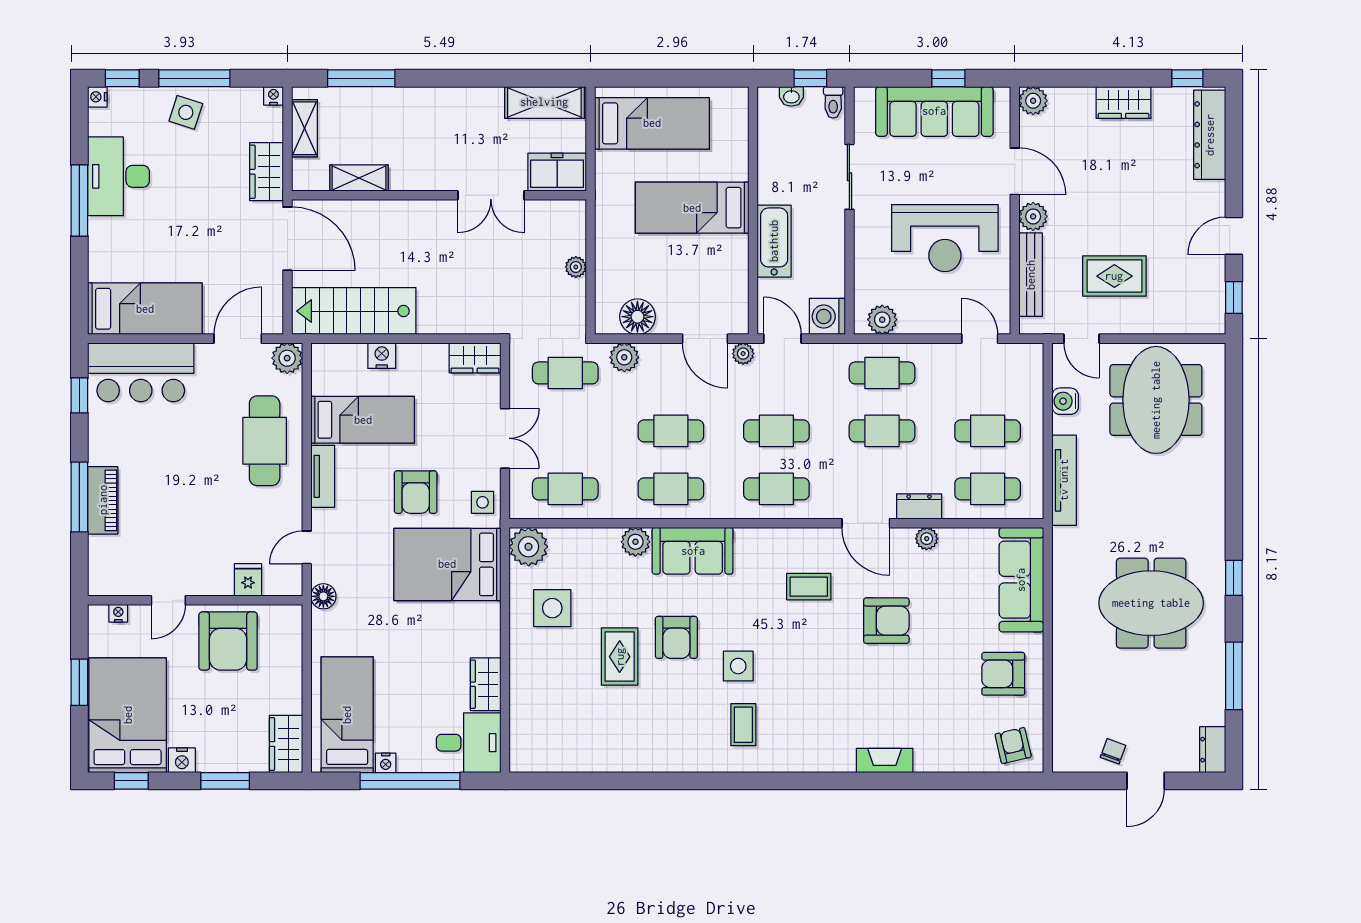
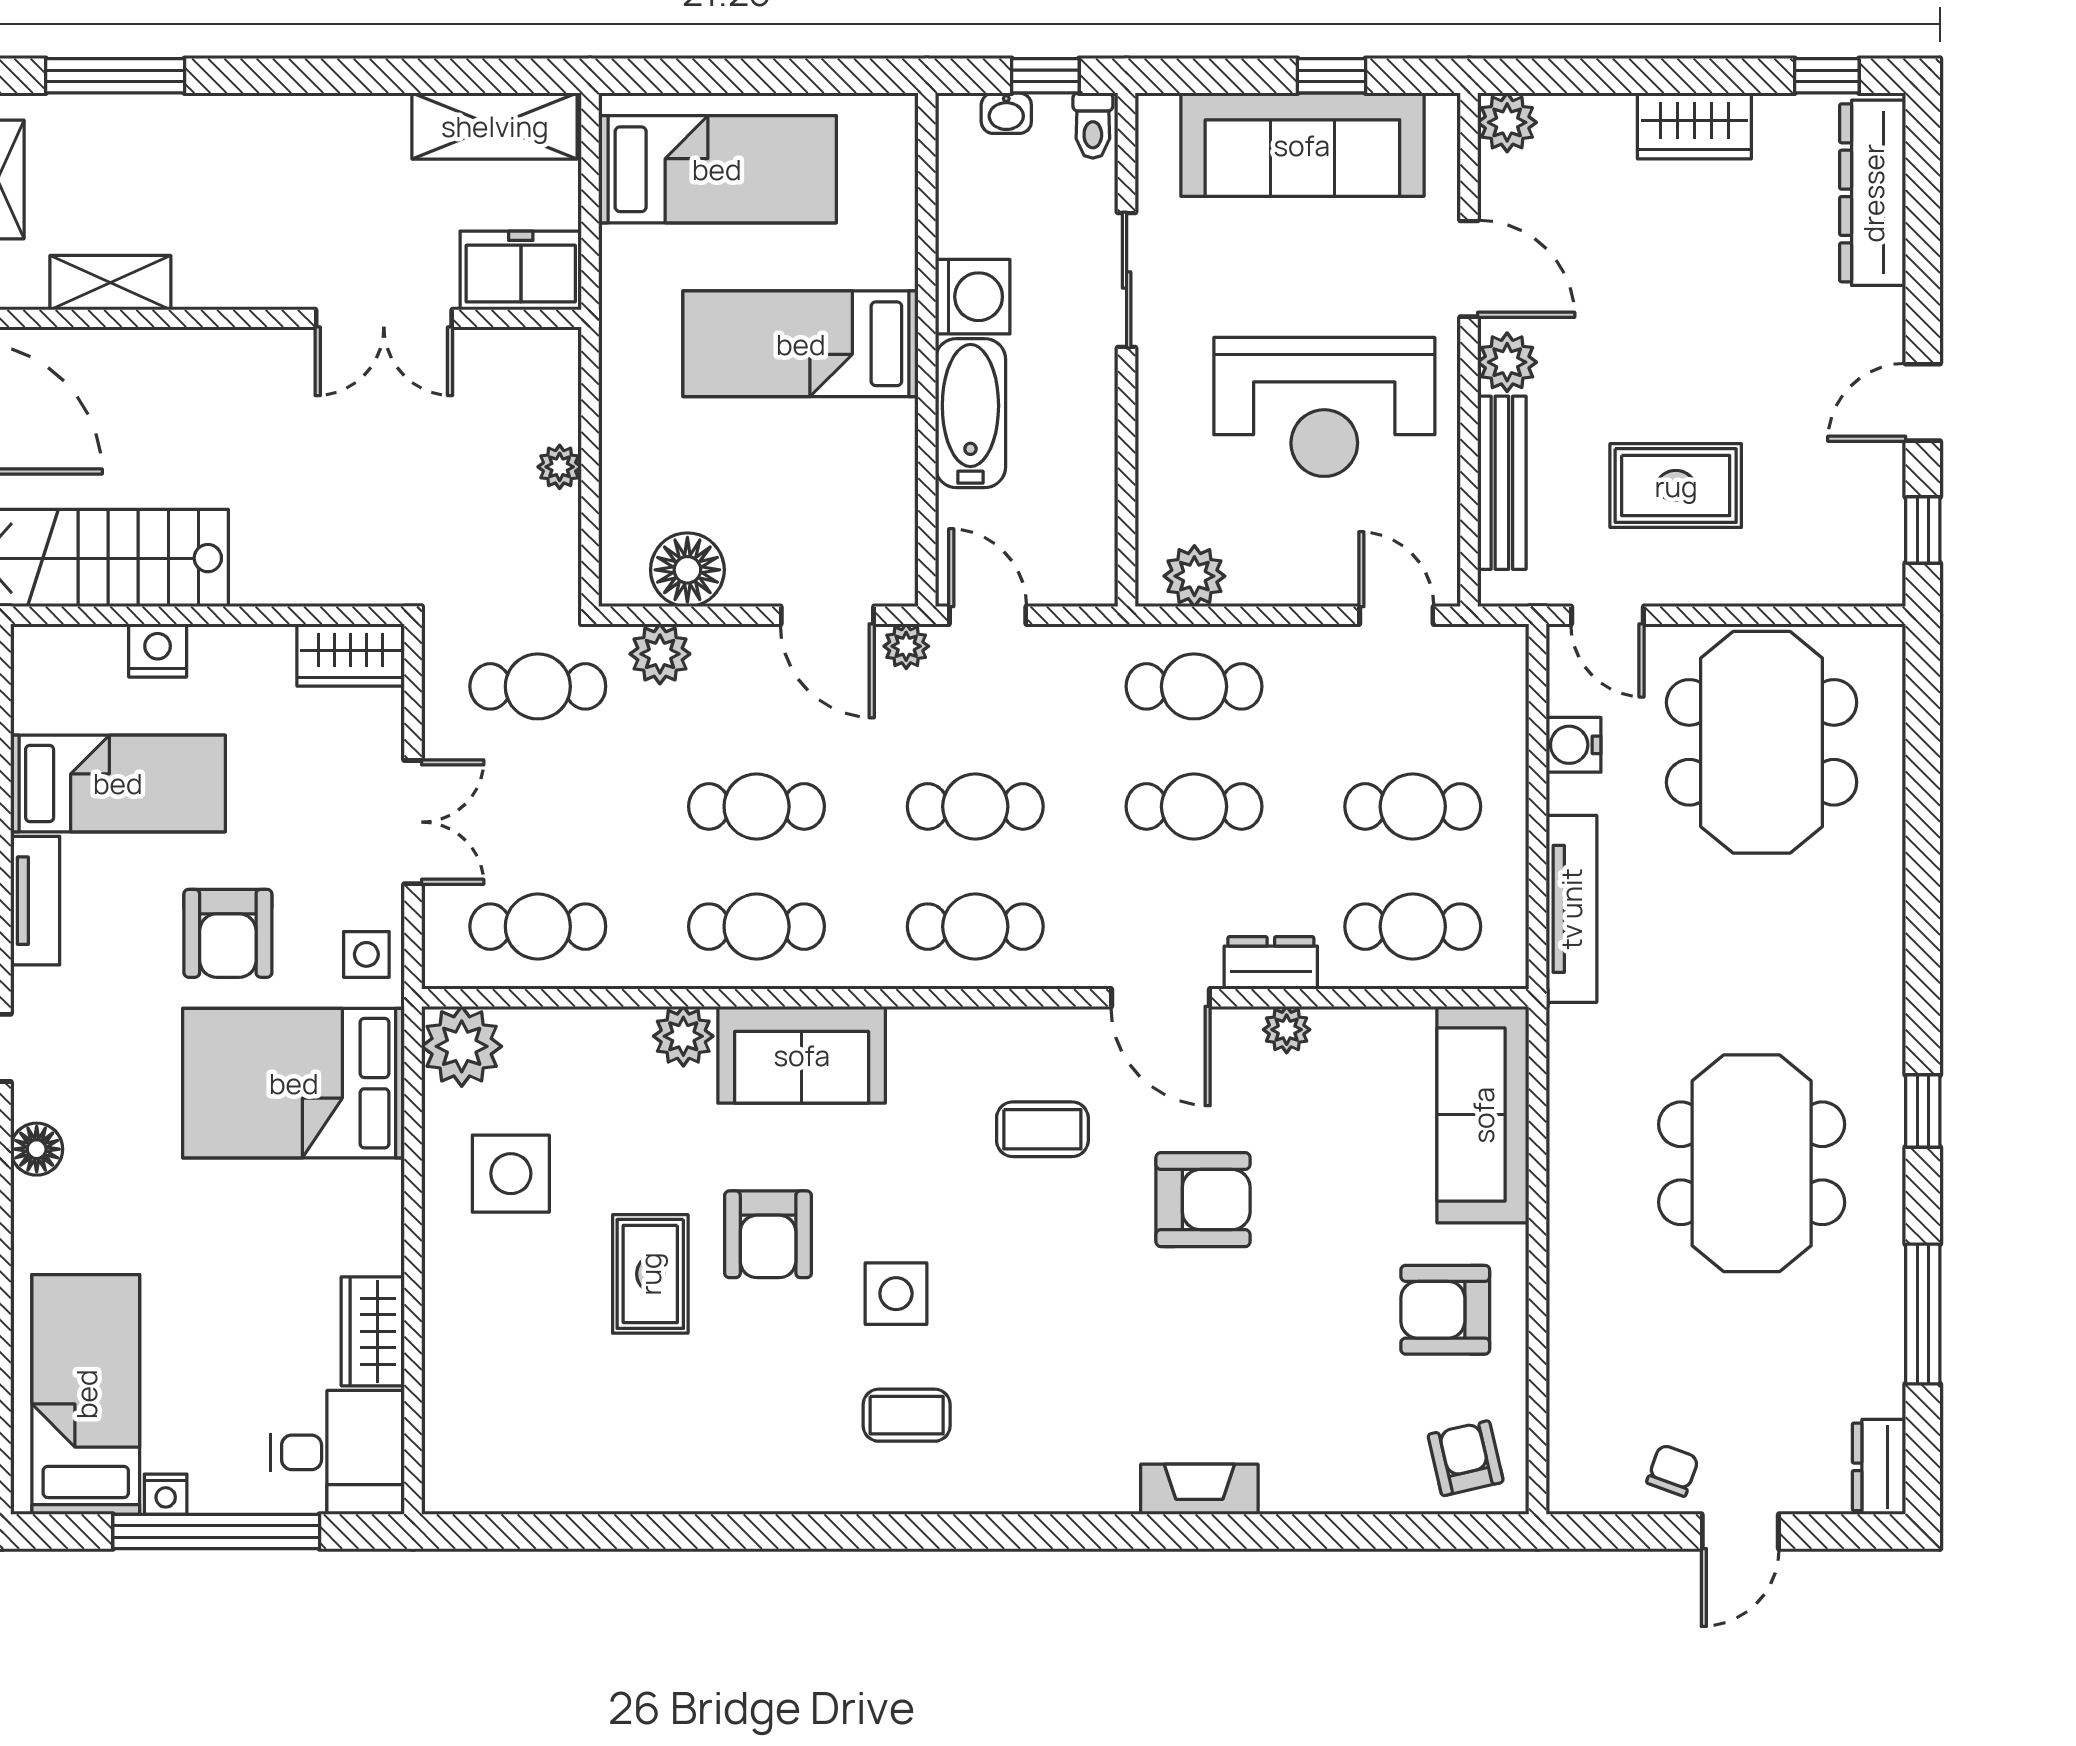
washing machine: (827, 316) -> (973, 297), moved, turned 180
meeting table: (1151, 603) -> (1752, 1163), turned 90
coffee table: (743, 725) -> (907, 1415), turned 90

